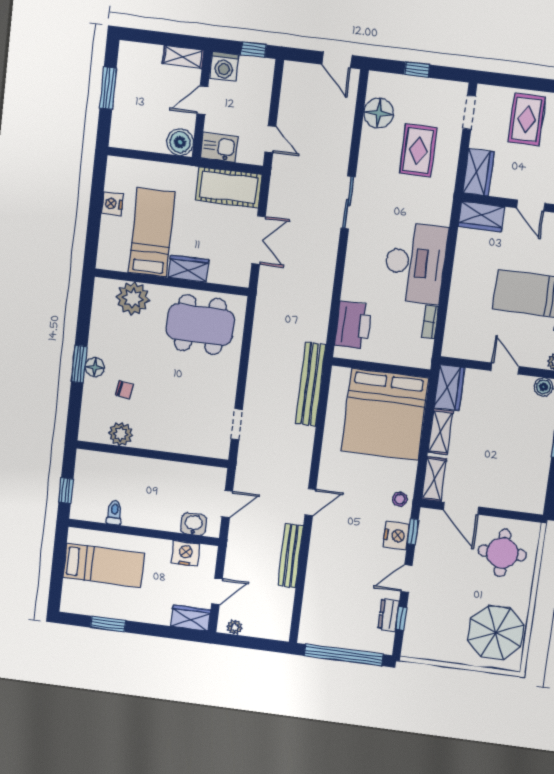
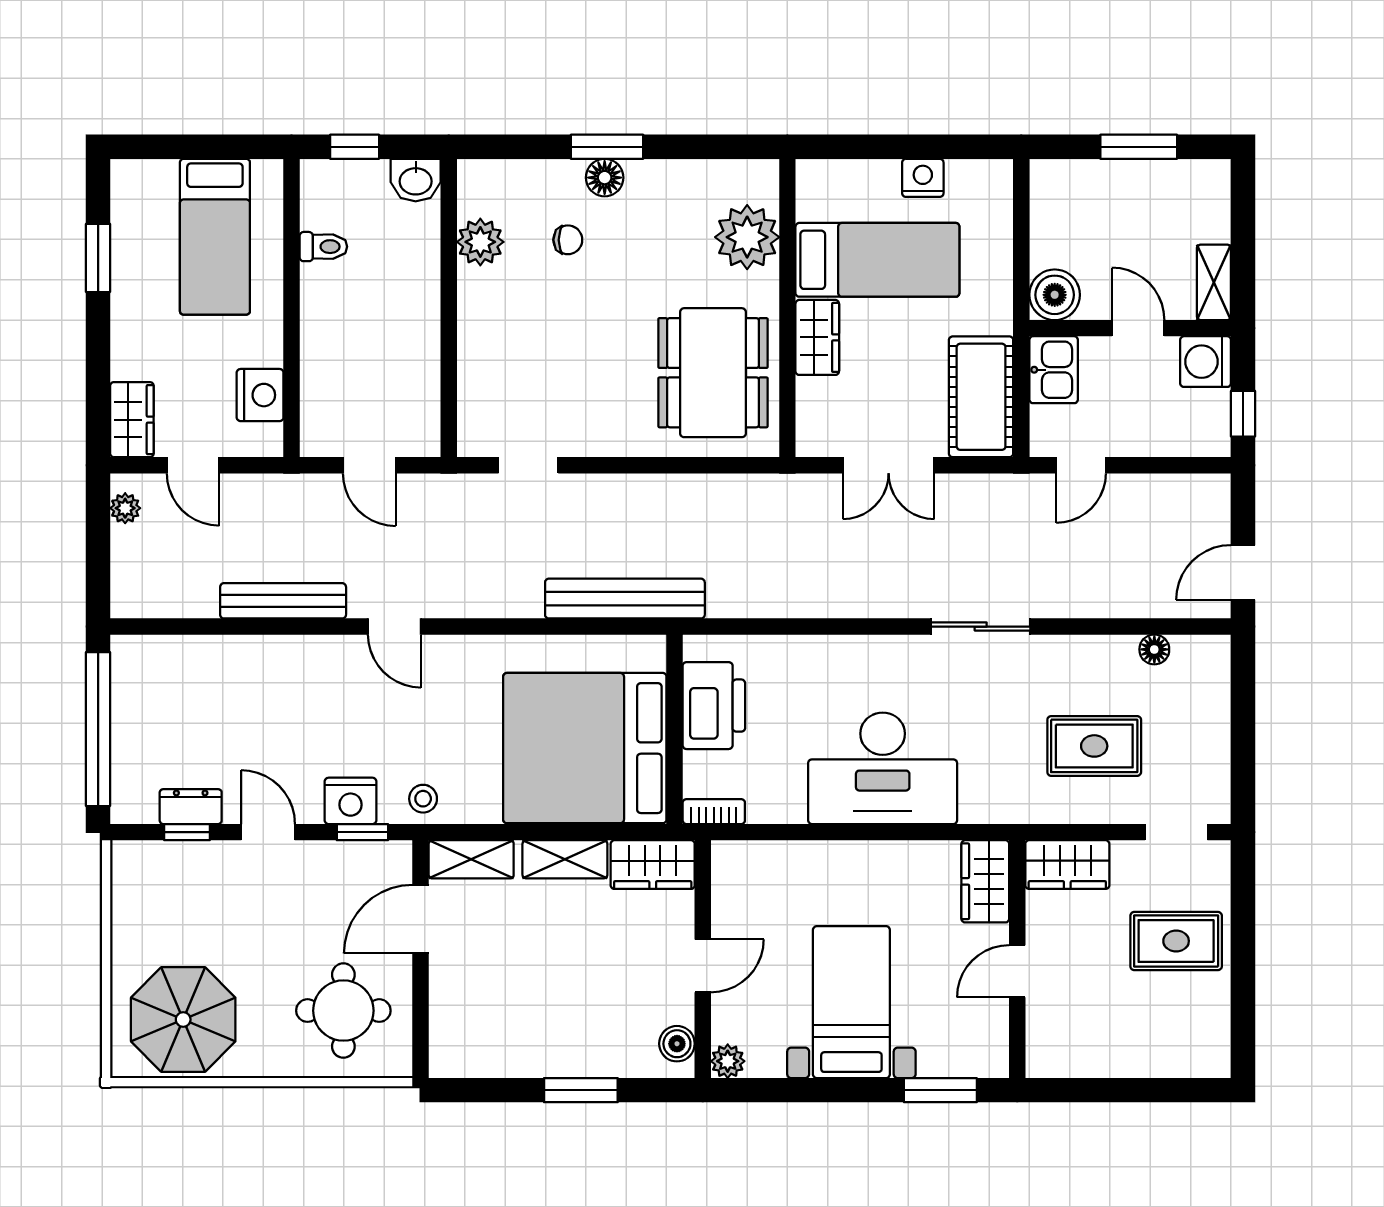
window: (417, 70) -> (1243, 724), removed
floor lamp: (379, 113) -> (1154, 649), width x0.53, depth x0.53
bookcase: (430, 322) -> (714, 812), moved
printer: (353, 325) -> (714, 706), moved, turned -90
chair: (124, 390) -> (568, 240), turned -99
washbasin: (194, 524) -> (416, 180), moved, turned 90

